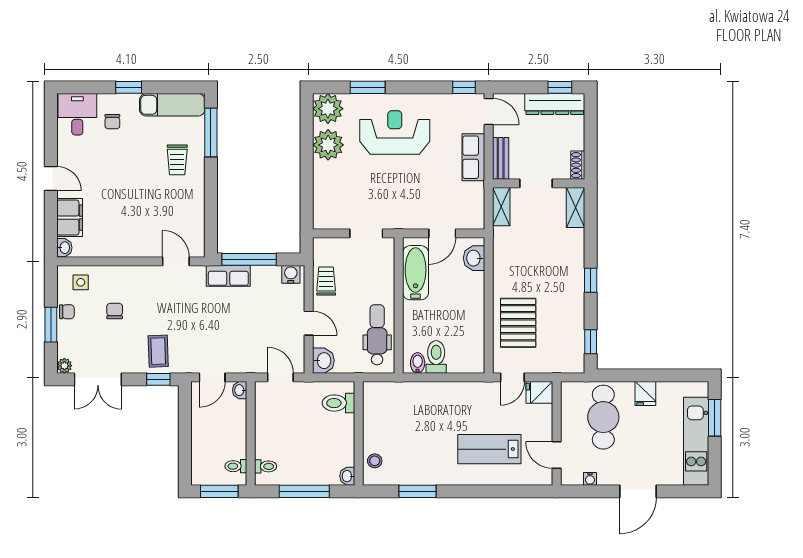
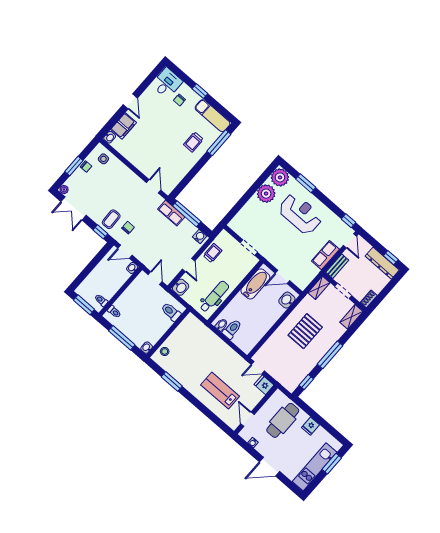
window: (591, 280) -> (330, 355), width x2.17
chair: (115, 311) -> (128, 228), moved
pallet: (518, 323) -> (305, 331), moved

